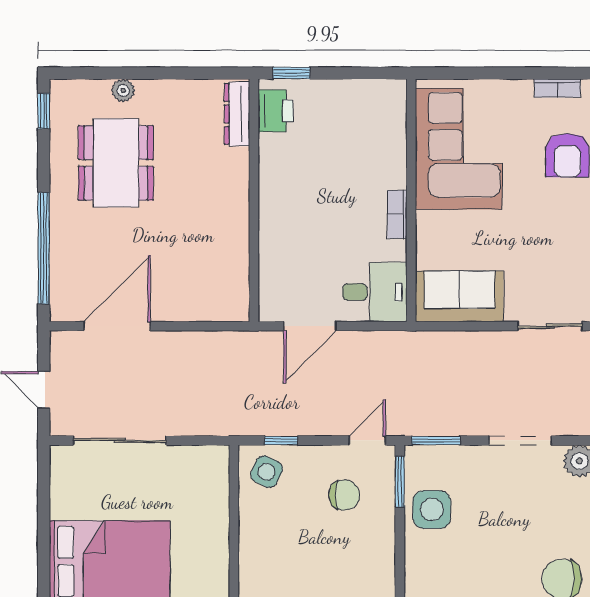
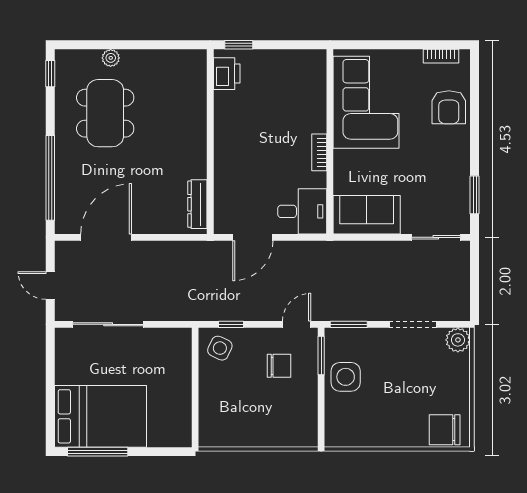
dresser: (237, 114) -> (197, 204), moved

